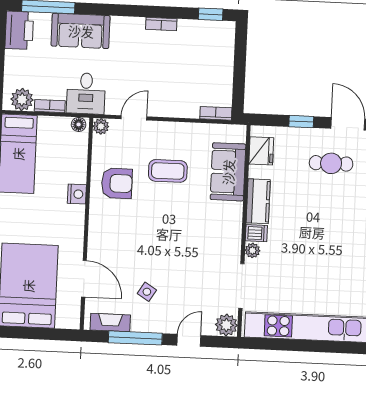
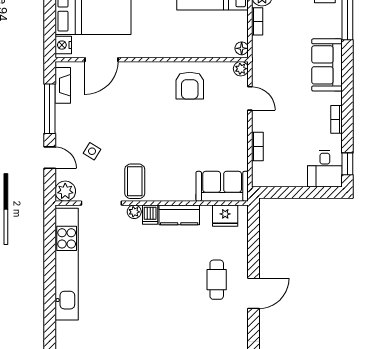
sofa: (81, 31) -> (327, 65), moved
desk: (86, 93) -> (325, 169), moved, turned -90
bookcase: (216, 113) -> (257, 146), moved
window: (301, 122) -> (253, 251), removed
coffee table: (168, 171) -> (135, 181), moved
sofa: (228, 172) -> (222, 186), moved
nightstand: (77, 194) -> (63, 45), moved, turned 90
side table: (147, 292) -> (92, 151), moved

